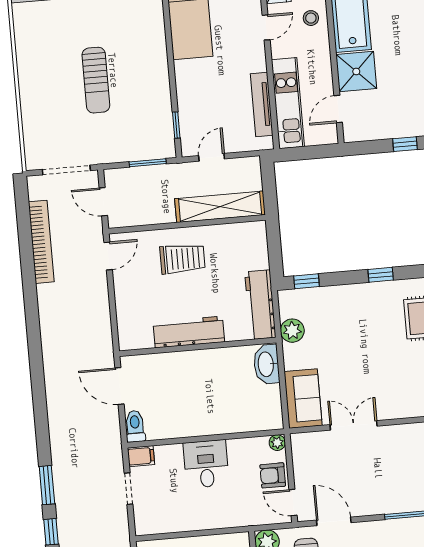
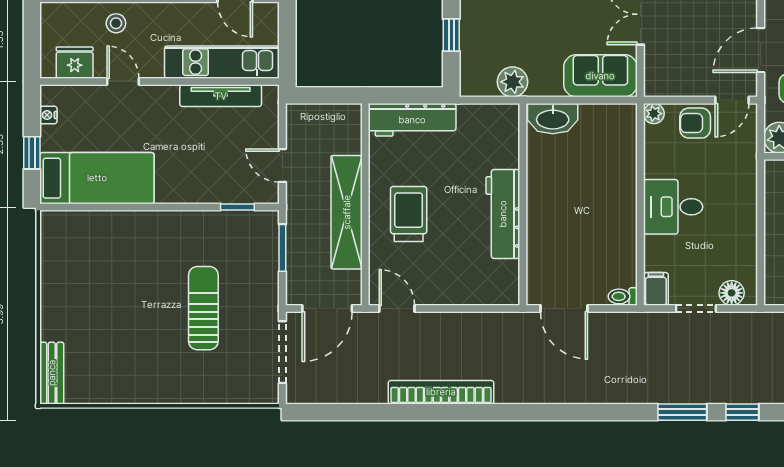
sun lounger: (96, 80) -> (203, 308), moved, turned -90
door: (103, 202) -> (327, 309), width x1.38
shelving: (220, 207) -> (347, 212), moved
bookcase: (41, 242) -> (441, 392), moved
window: (307, 281) -> (451, 35), moved
workbench: (260, 305) -> (412, 120), moved
door: (119, 386) -> (564, 309), hinge flipped
toilet: (135, 426) -> (623, 296), width x0.73, depth x0.72
armchair: (273, 475) -> (695, 123), turned 90
floor lamp: (143, 515) -> (732, 293), added

